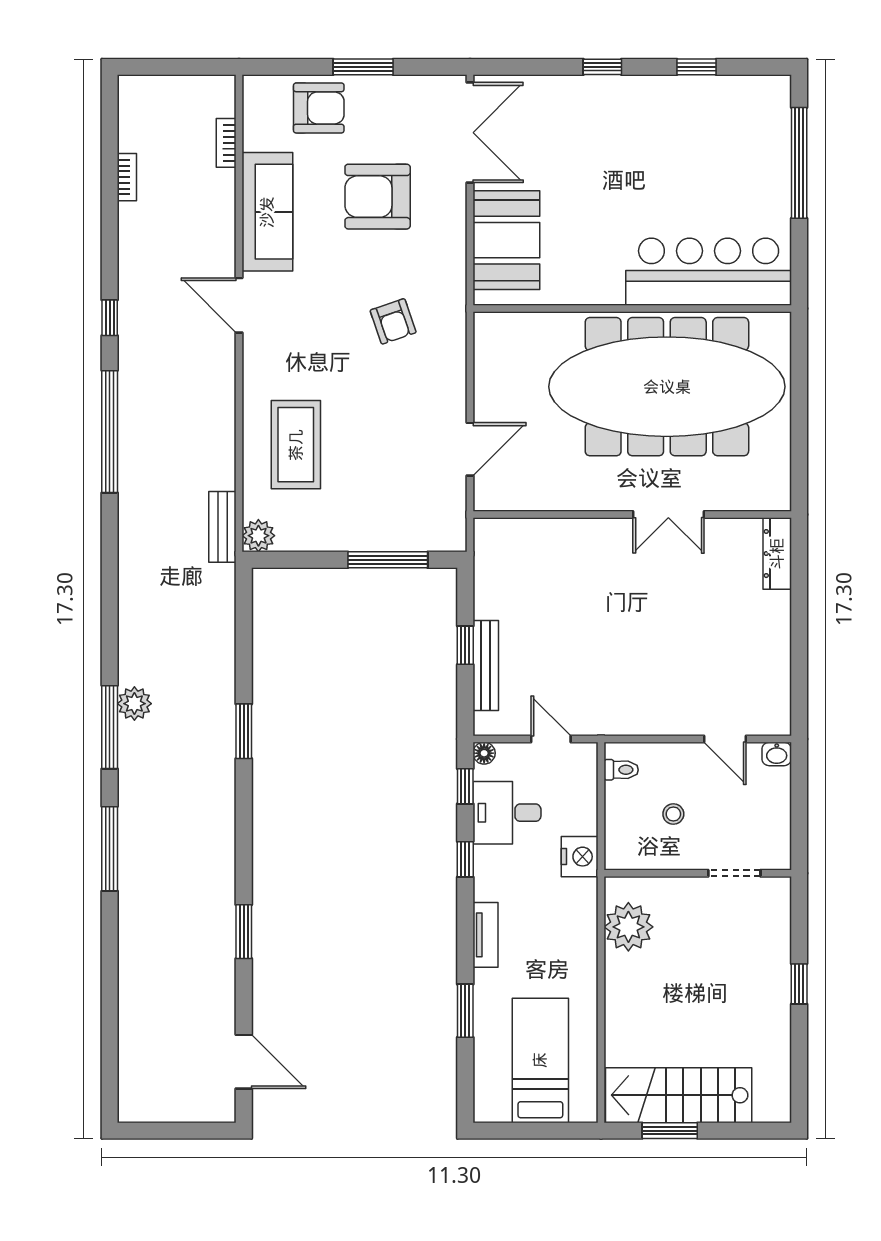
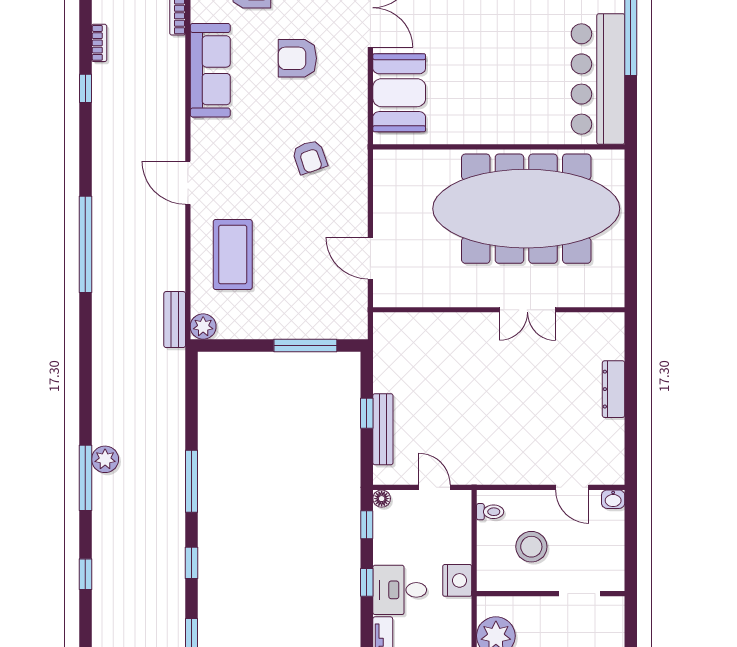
armchair: (378, 197) -> (297, 58), width x0.73, depth x0.73
bar counter: (709, 272) -> (598, 79), moved, turned -90
door: (239, 305) -> (188, 183), moved
window: (110, 318) -> (85, 88), moved
door: (470, 449) -> (370, 258), swing flipped
dresser: (777, 554) -> (614, 389), moved
window: (244, 731) -> (192, 481), width x1.44
desk: (507, 813) -> (400, 590), moved
stool: (673, 814) -> (531, 547), width x1.89, depth x1.89
window: (244, 834) -> (192, 563), added
window: (110, 849) -> (85, 574), width x0.46

